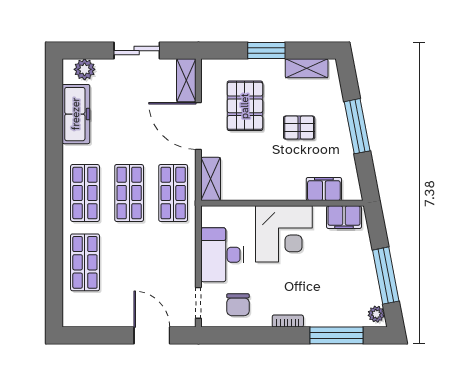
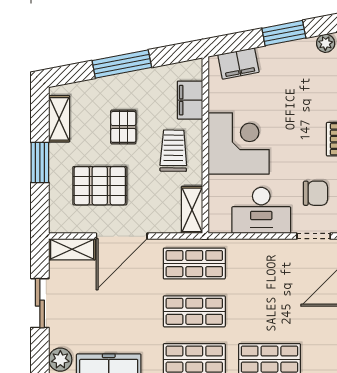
trolley: (277, 174) -> (173, 151), added
shelving: (211, 179) -> (192, 210), moved, turned 90
filing cabinet: (344, 217) -> (238, 63), moved, turned 79
window: (386, 276) -> (284, 33), width x0.69

